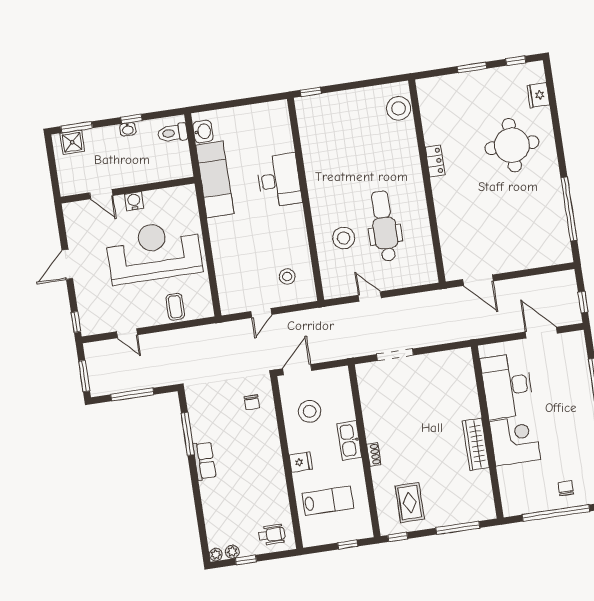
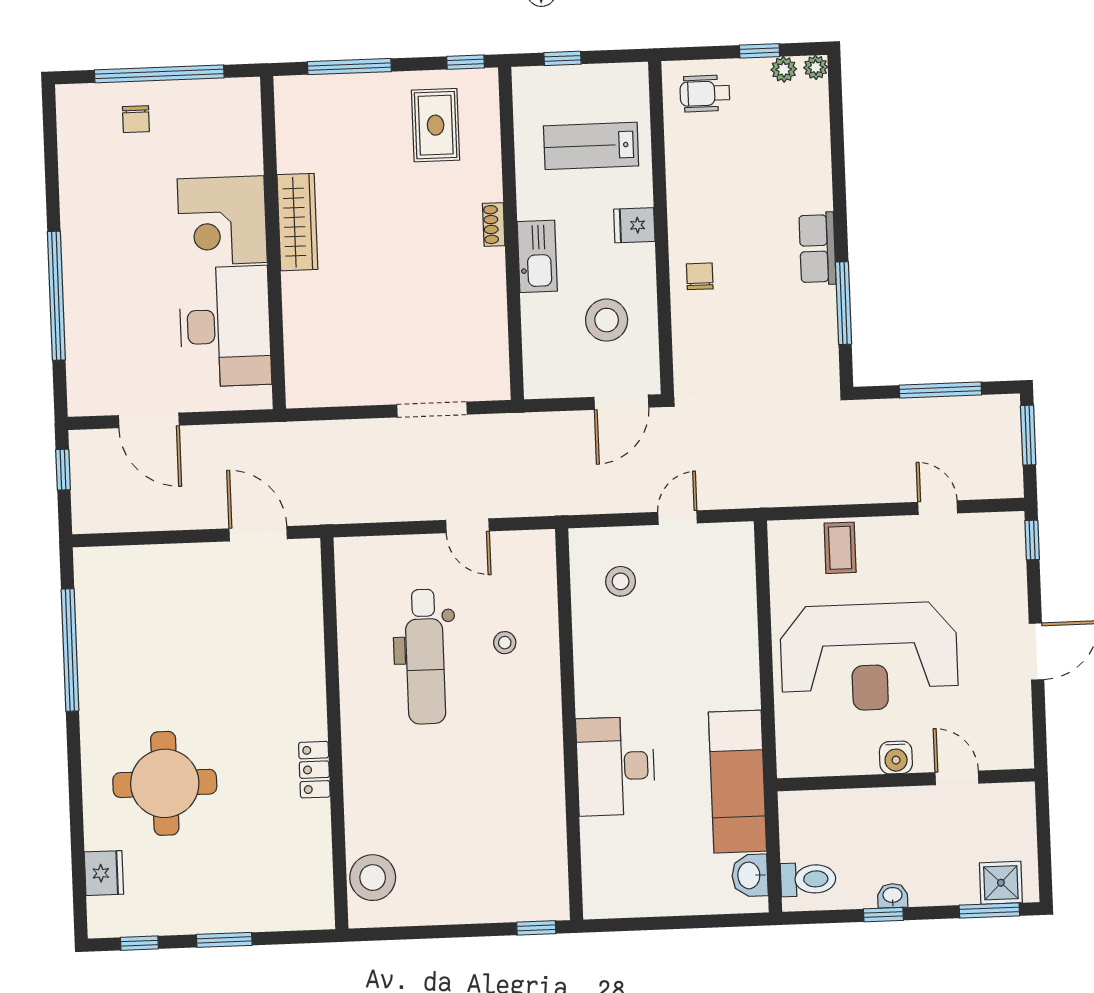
stool: (344, 238) -> (505, 643), width x0.53, depth x0.53
chair: (252, 402) -> (700, 276), moved

